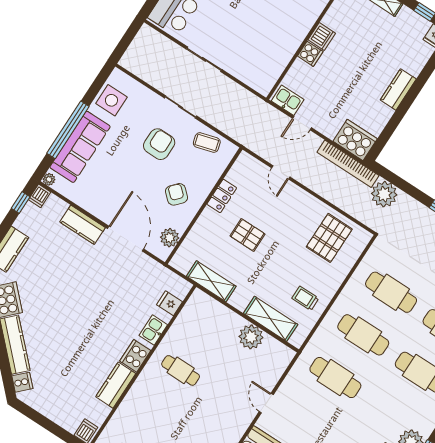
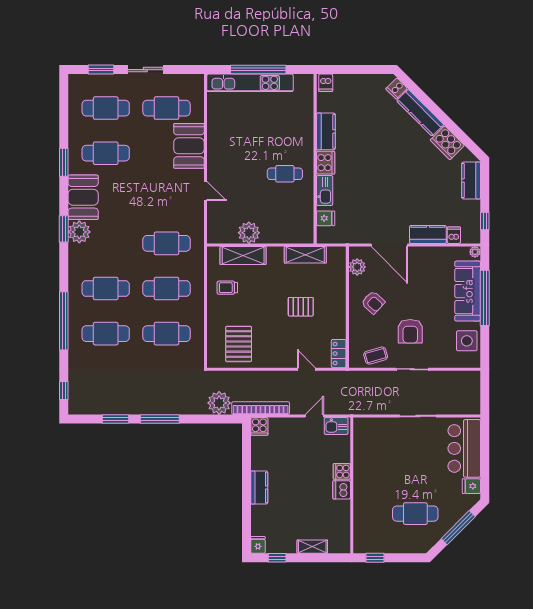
cooker: (355, 140) -> (259, 426), width x0.53, depth x0.76
dishwasher: (40, 196) -> (454, 235), moved
locker: (222, 196) -> (339, 354), moved
trolley: (305, 298) -> (227, 288), turned 180
kitchen sink: (153, 330) -> (325, 191), width x1.38

